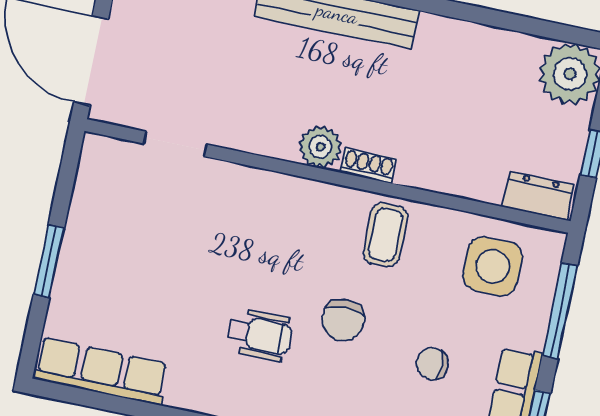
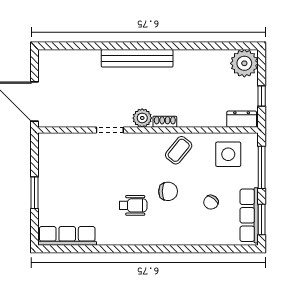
doorway: (175, 144) -> (110, 130), moved
coffee table: (385, 235) -> (179, 150), turned 39
chair: (343, 320) -> (168, 191), turned -90
chair: (432, 364) -> (211, 202), turned -52

